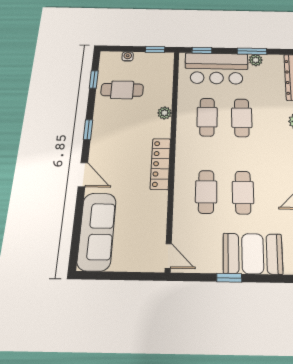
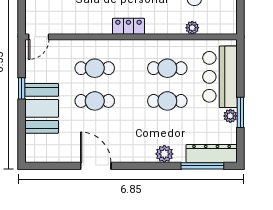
window: (155, 49) -> (240, 15), removed
window: (202, 50) -> (240, 62), removed
plant: (165, 113) -> (192, 28), moved
locker: (160, 164) -> (128, 26), width x0.66

